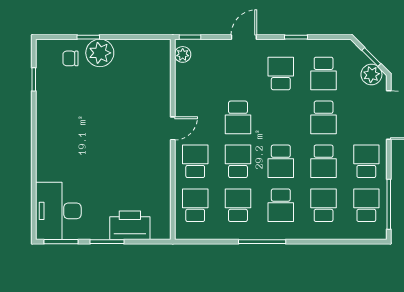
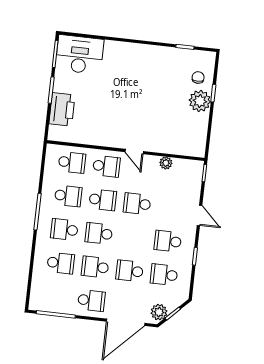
plant: (183, 54) -> (166, 163), moved
school desk: (281, 73) -> (168, 241), turned 180
school desk: (366, 205) -> (57, 297), removed

